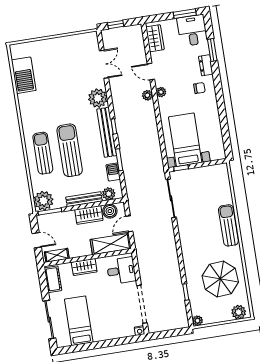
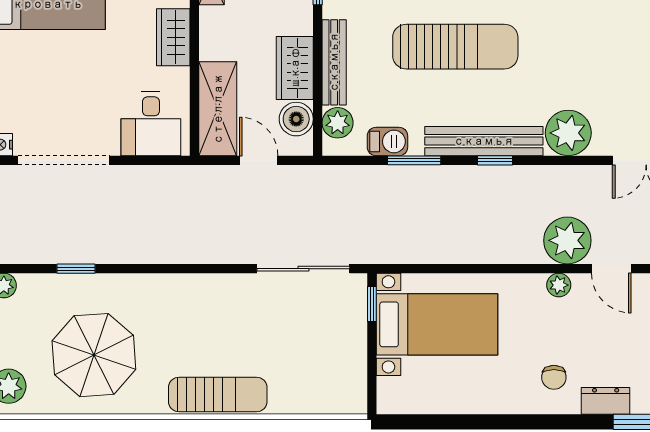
door: (151, 72) -> (611, 269), swing flipped
plant: (147, 95) -> (567, 240), width x1.87, depth x1.87

